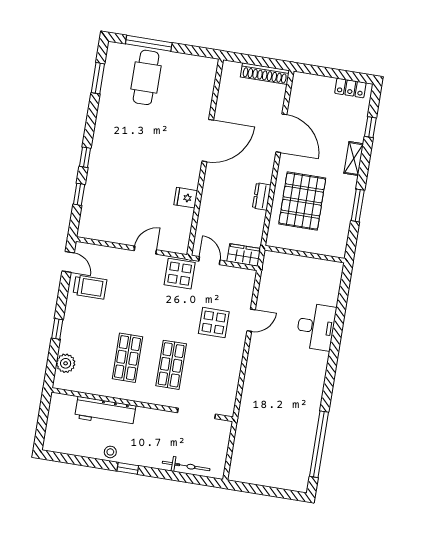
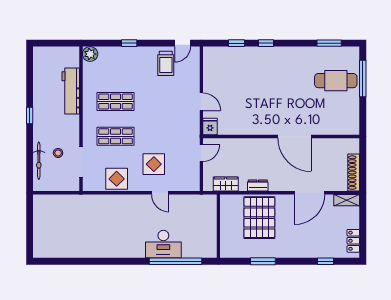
shelving: (354, 159) -> (347, 200), moved
fridge: (186, 198) -> (210, 127), moved
pallet: (302, 201) -> (259, 218), turned 90
wardrobe: (244, 255) -> (226, 184), moved, turned -90
display table: (180, 274) -> (117, 179), moved
plant: (66, 363) -> (90, 54), moved
window: (319, 444) -> (176, 261), moved
stool: (110, 452) -> (58, 153), moved

